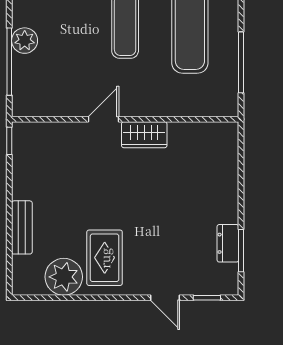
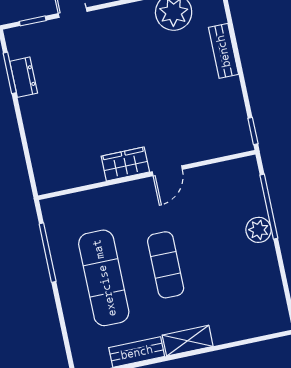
rug: (105, 258) -> (138, 39), removed

